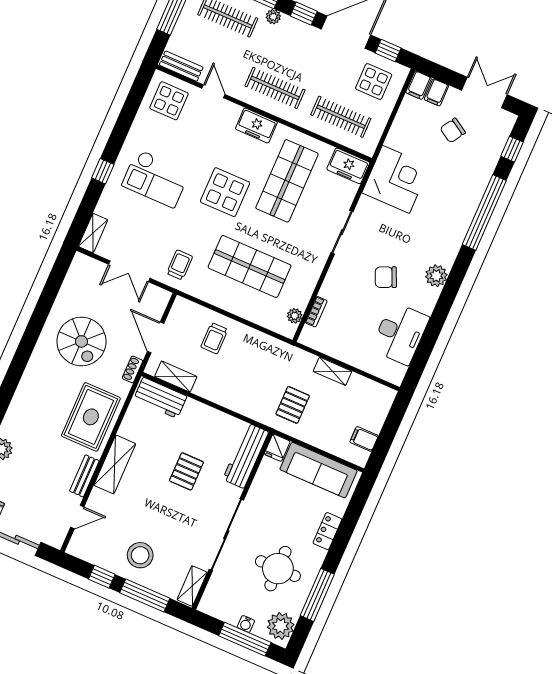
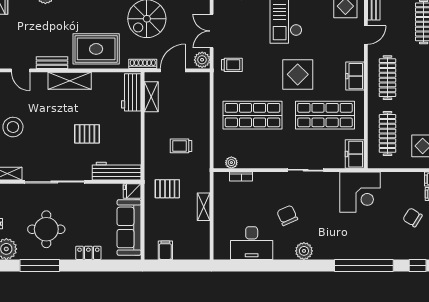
shop shelf: (250, 266) -> (252, 115), turned 90
plant: (158, 297) -> (202, 60), added
trolley: (214, 338) -> (181, 146), moved
shoe rack: (133, 369) -> (143, 64), width x1.43

